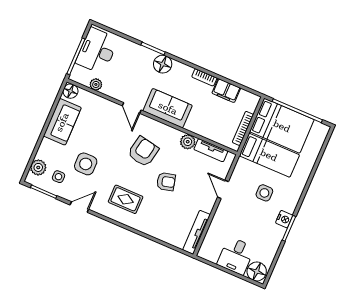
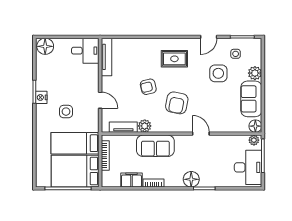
plant: (96, 84) -> (254, 140), moved
sofa: (168, 108) -> (155, 146), moved
plant: (38, 167) -> (255, 73), moved
desk: (236, 256) -> (85, 51), moved, turned 90

